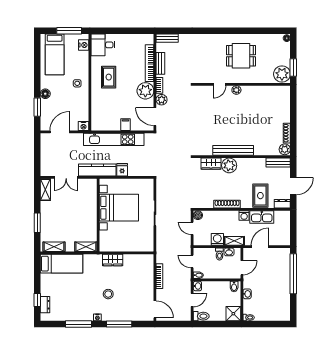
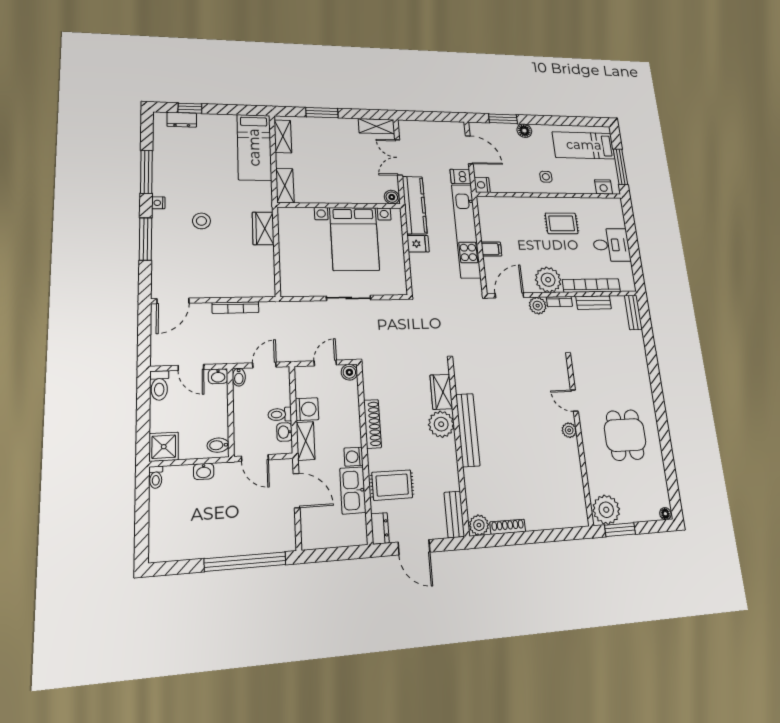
desk: (103, 45) -> (611, 245), moved, turned 90
dishwasher: (78, 139) -> (461, 177), added
boiler: (92, 184) -> (392, 197), added

